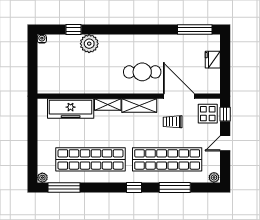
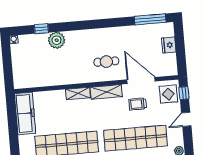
cafe table: (142, 72) -> (106, 61), width x0.73, depth x0.74
freezer: (71, 108) -> (25, 113), moved, turned -90

